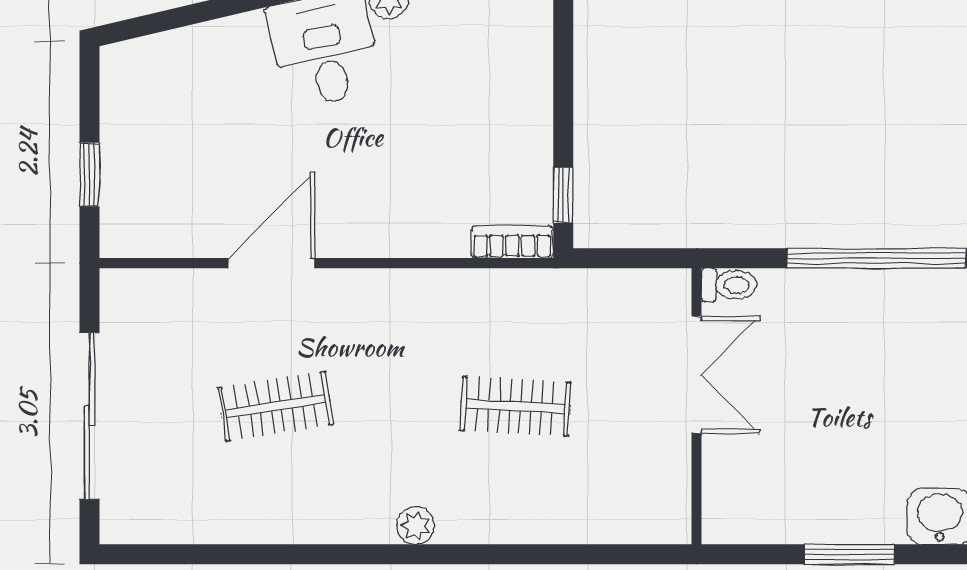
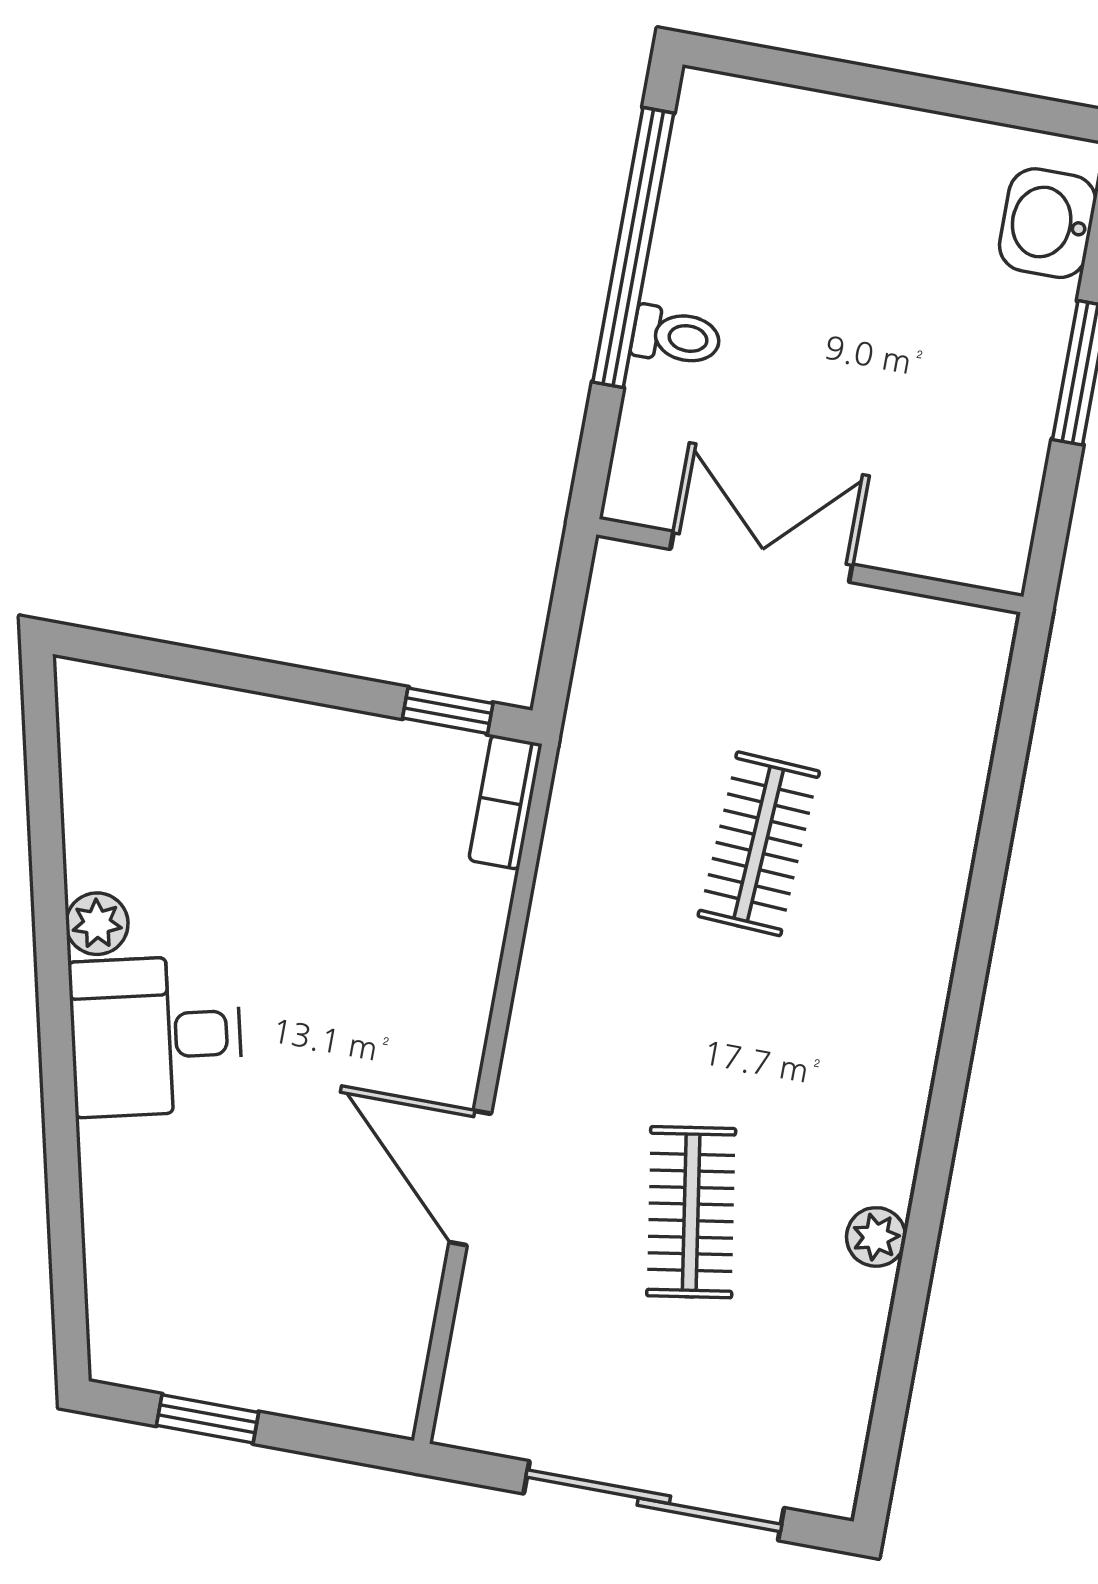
window: (89, 175) -> (207, 1419), moved
toilet: (729, 285) -> (676, 336), moved, turned 90
plant: (416, 526) -> (876, 1237), moved

